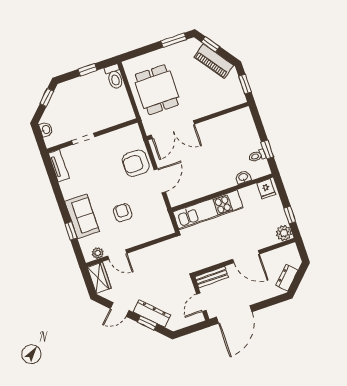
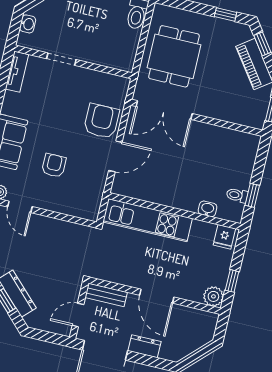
window: (174, 40) -> (226, 14), width x0.67
armchair: (136, 163) -> (101, 121), turned 90
dresser: (287, 278) -> (145, 346), moved, turned 45

